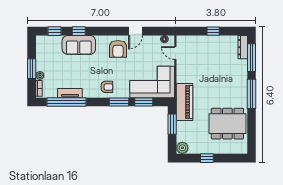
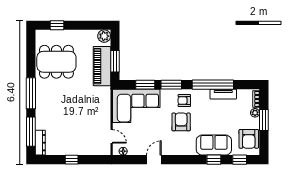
armchair: (118, 49) -> (181, 122), moved
armchair: (46, 51) -> (249, 139), added
window: (67, 102) -> (213, 85), moved
piano: (184, 102) -> (102, 66), moved
window: (207, 158) -> (57, 25), moved

